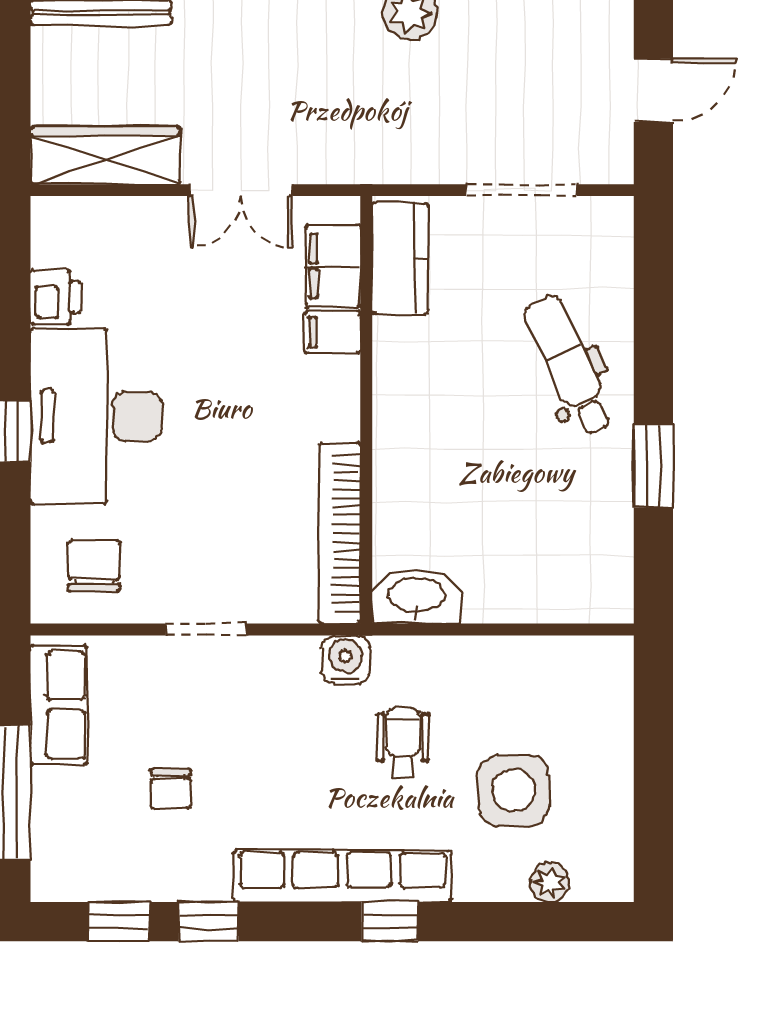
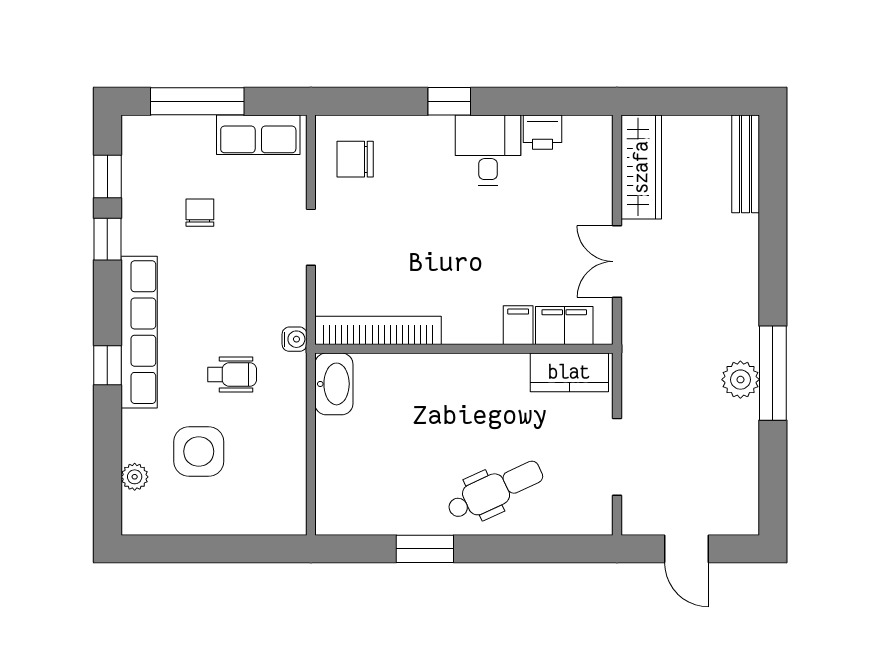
desk: (96, 416) -> (488, 150), width x0.53, depth x0.77
chair: (94, 566) -> (355, 159), turned 180
water cooler: (346, 660) -> (294, 339), width x0.72, depth x0.72
chair: (171, 789) -> (200, 213), turned 90

